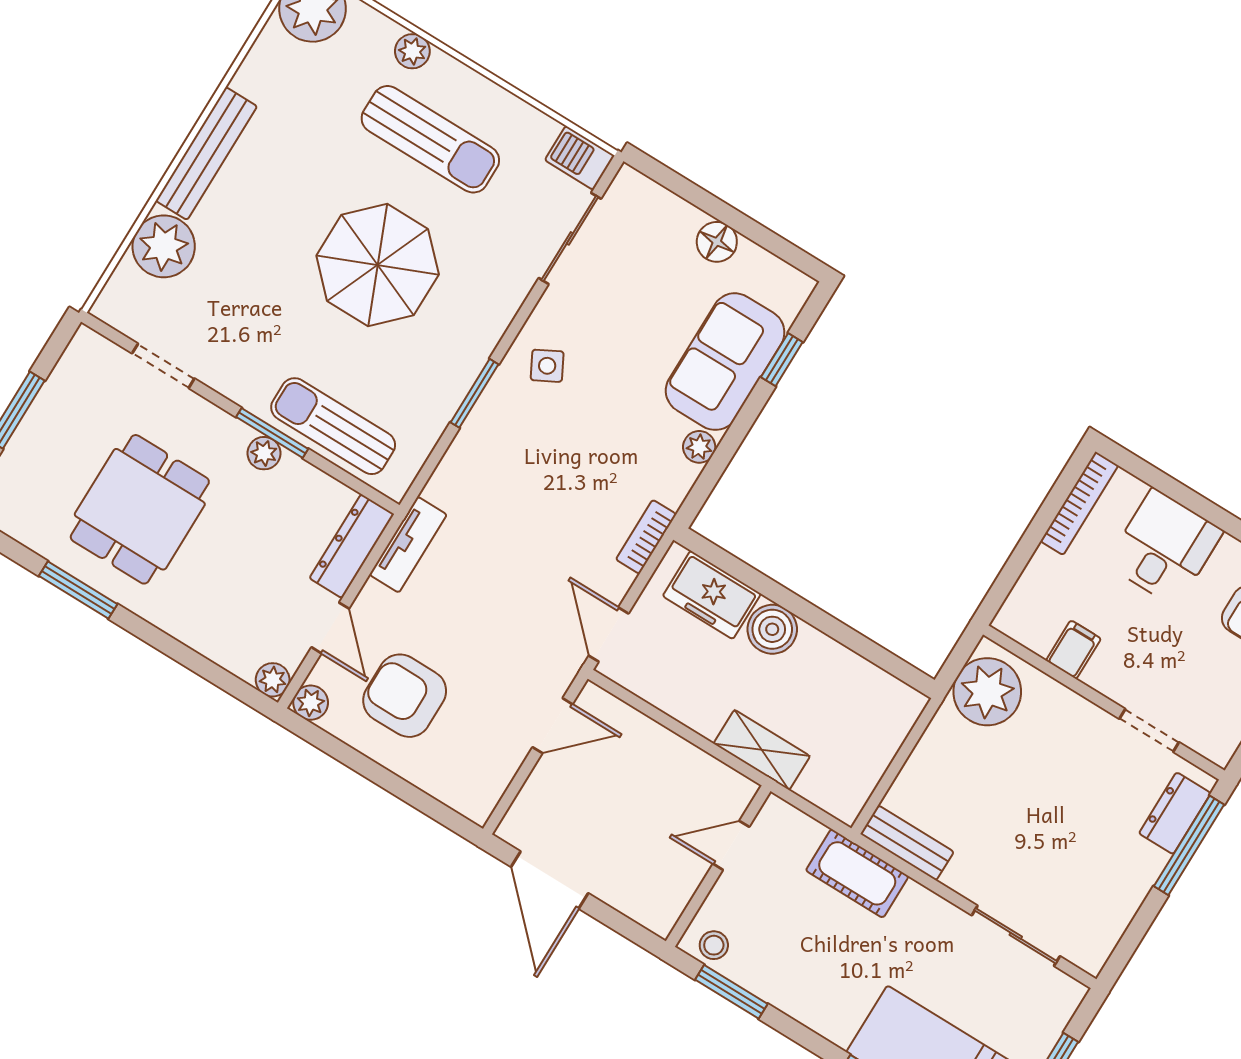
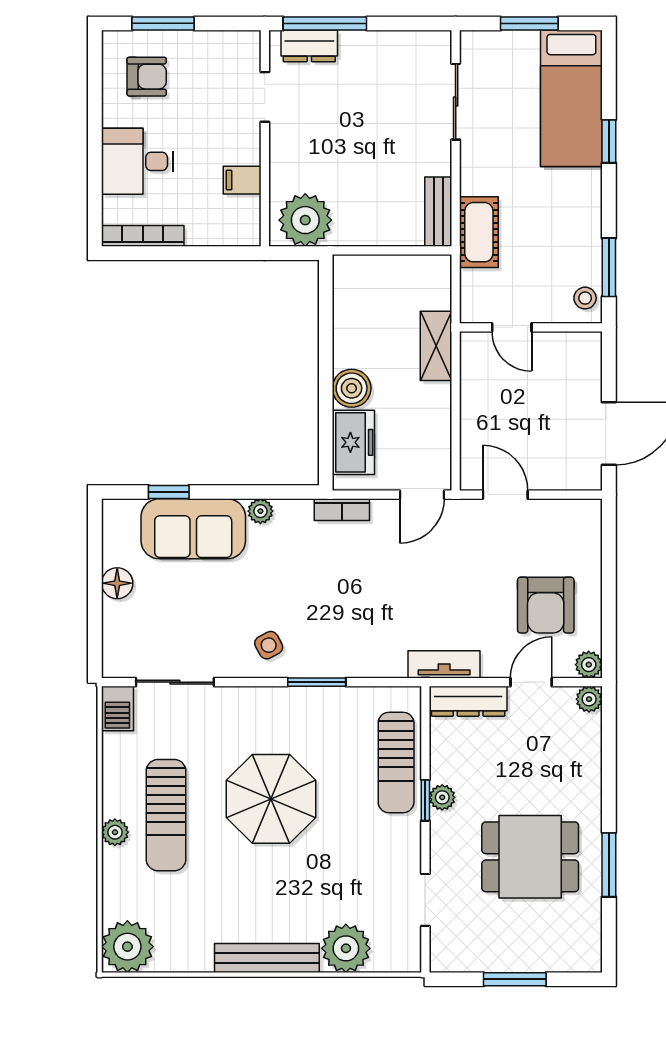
plant: (412, 51) -> (115, 832), moved
sun lounger: (430, 139) -> (166, 815), turned 180
window: (272, 433) -> (425, 800), width x0.67

